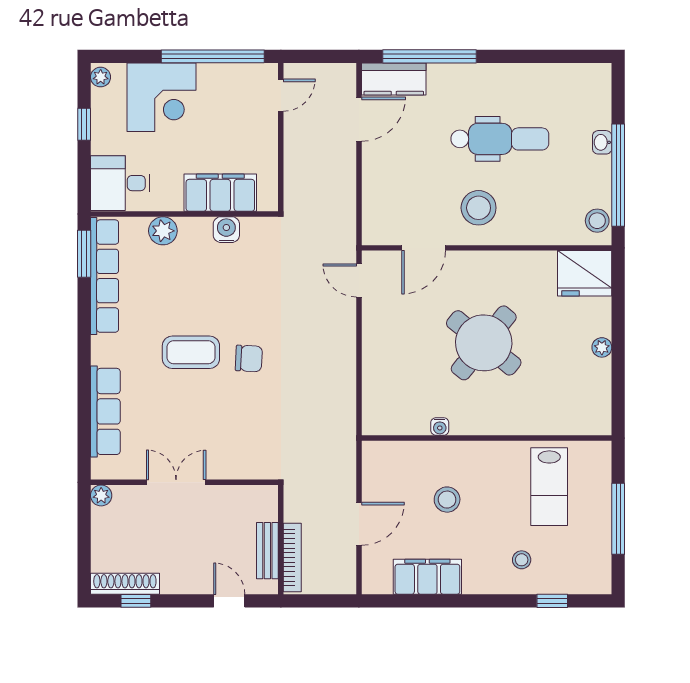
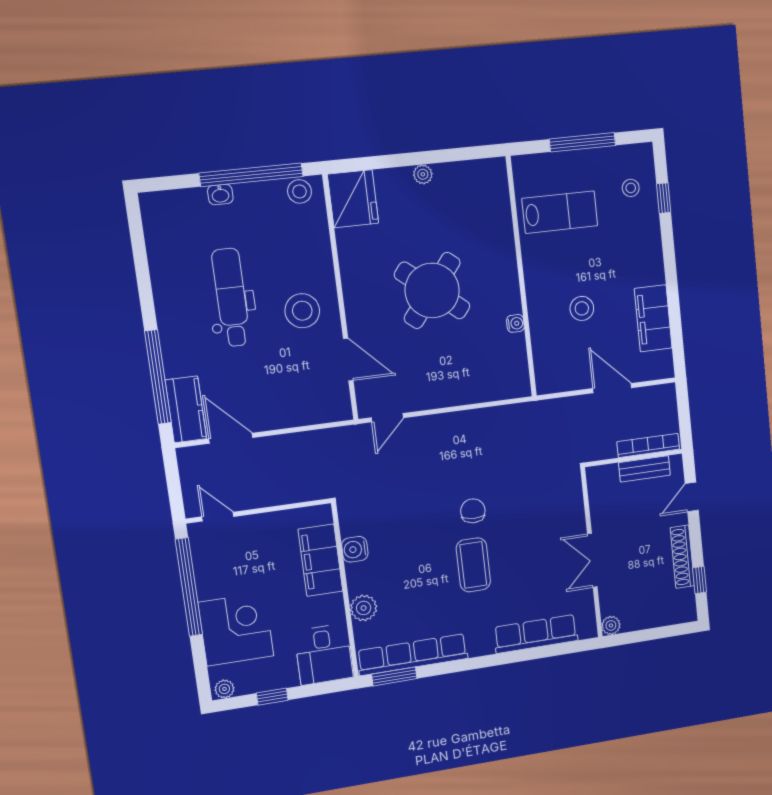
stool: (522, 560) -> (631, 188), moved
shoe rack: (125, 584) -> (682, 557), moved

